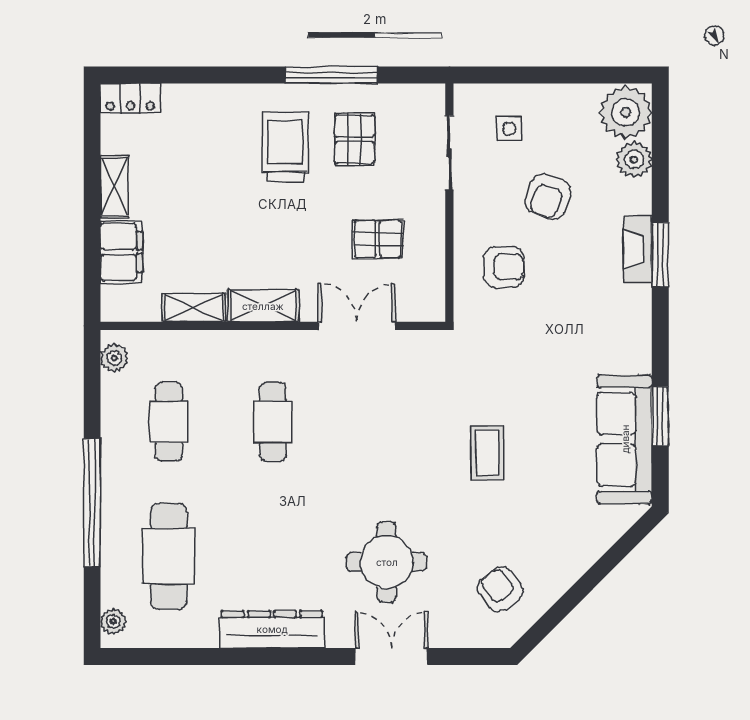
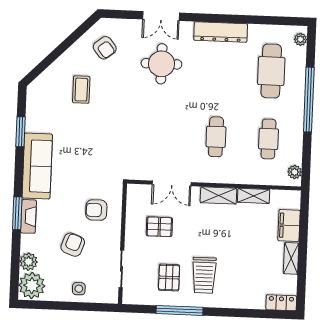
side table: (509, 129) -> (79, 289), moved
sofa: (625, 439) -> (37, 166), moved
coffee table: (487, 453) -> (81, 90), moved

